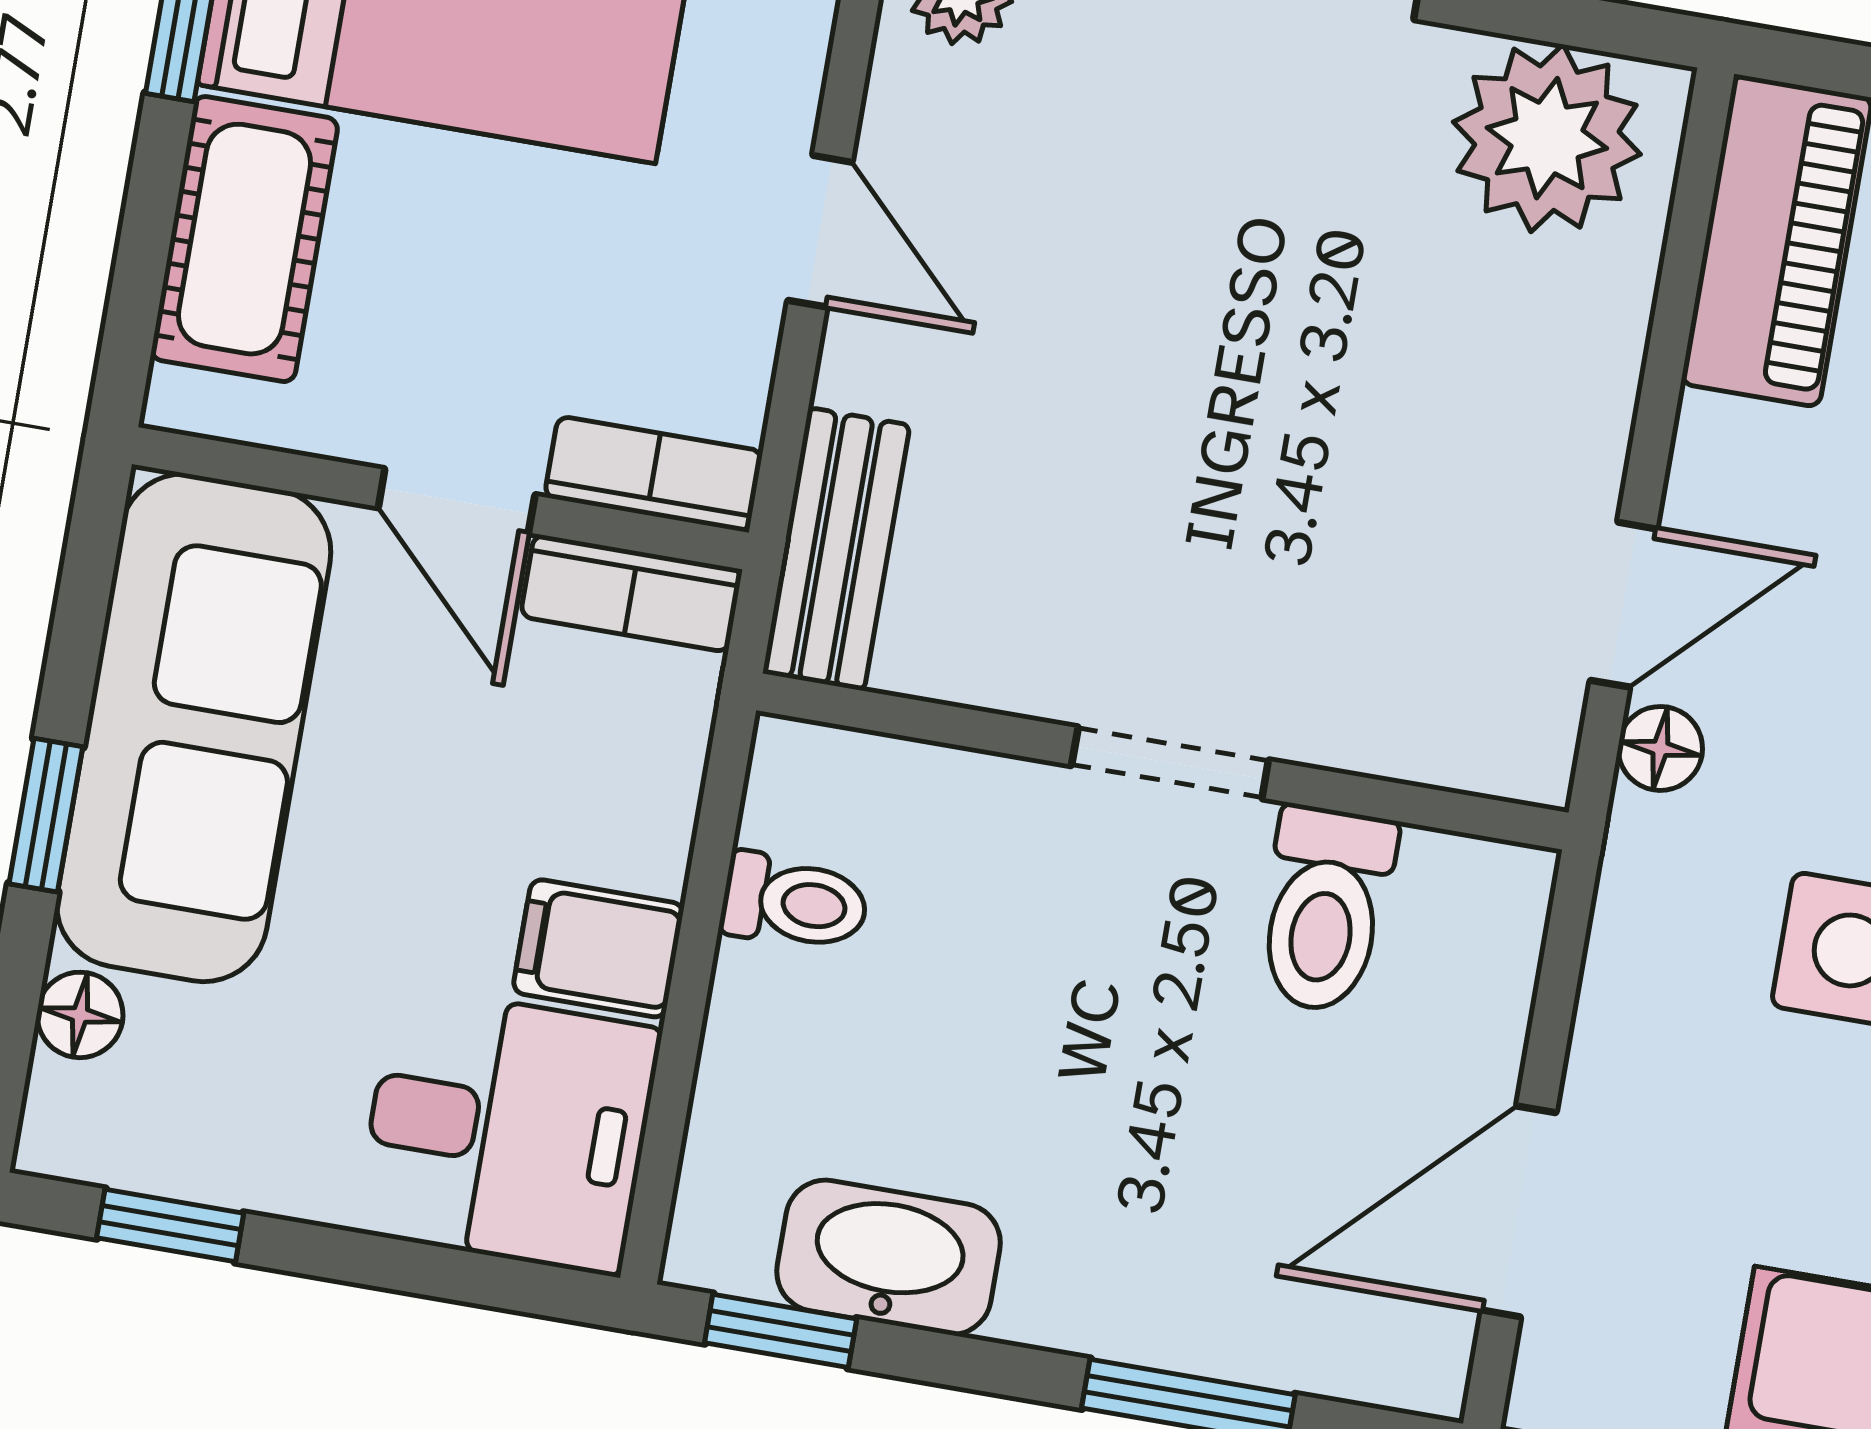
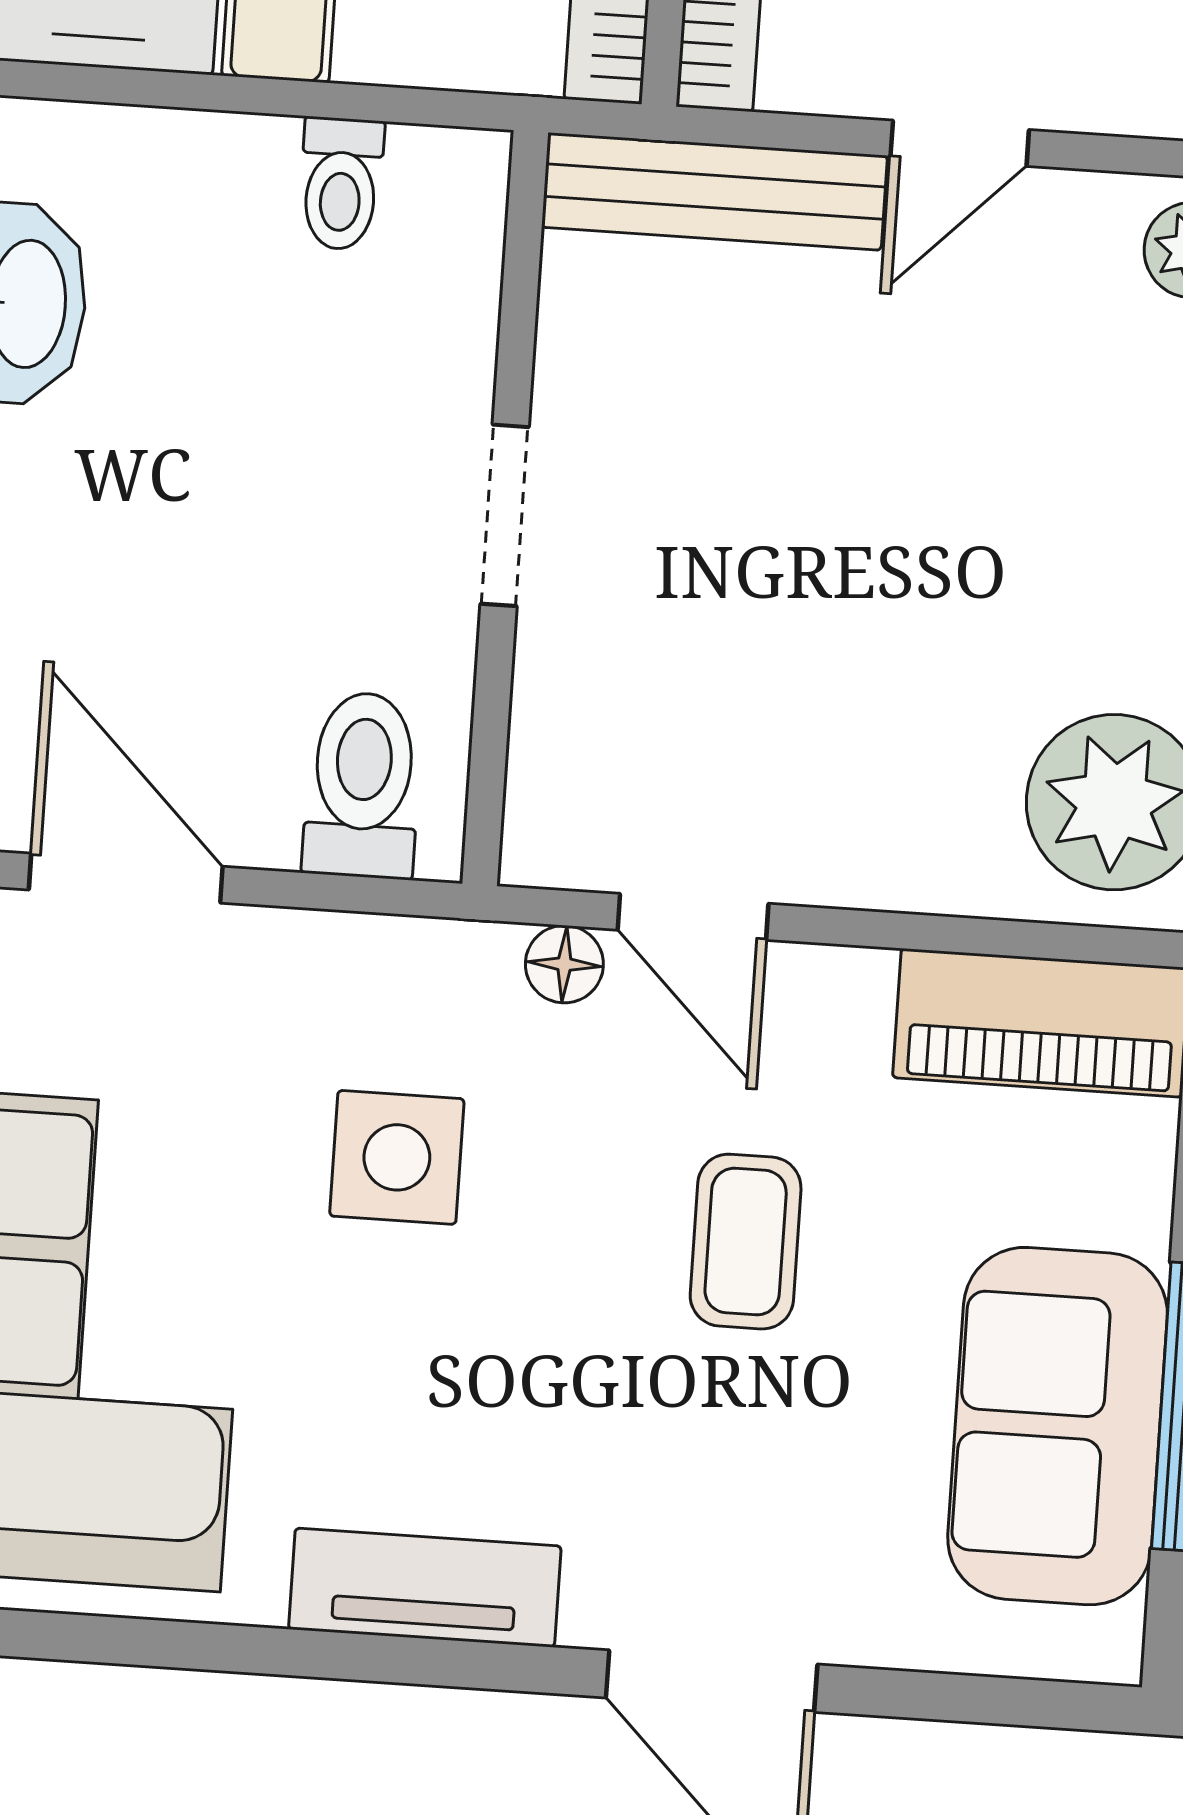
bench: (836, 549) -> (714, 191), width x1.36
toilet: (1325, 909) -> (363, 785), moved, turned 90

